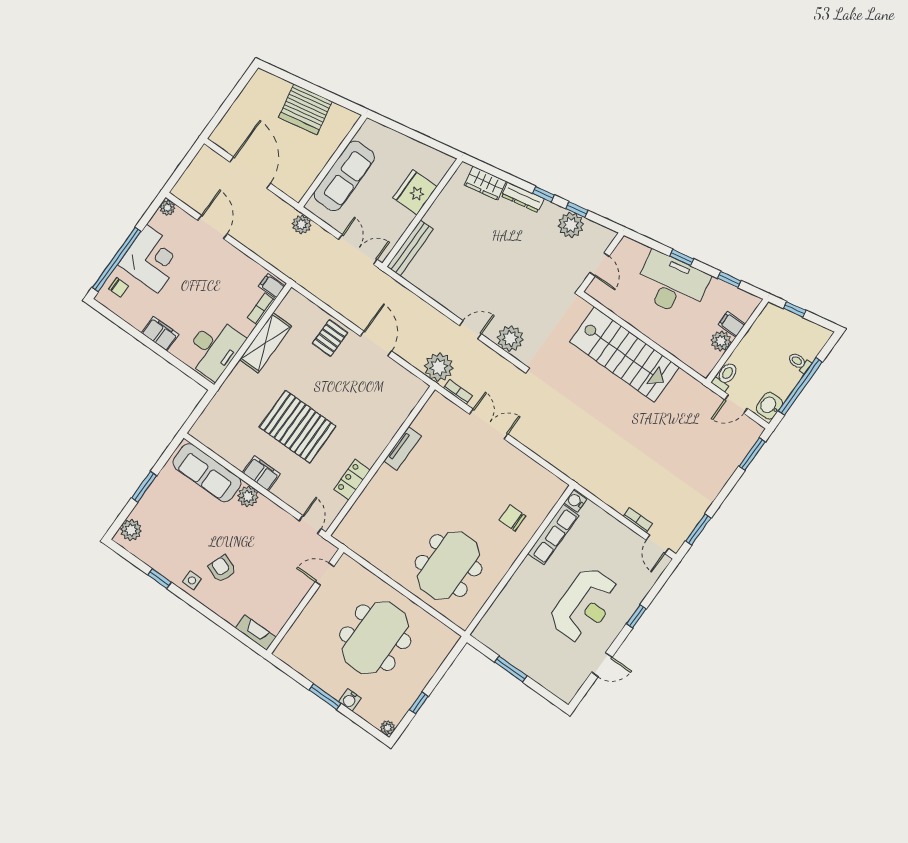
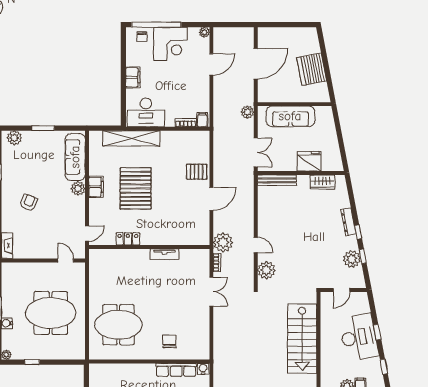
wardrobe: (485, 183) -> (322, 182), moved, turned -79
shelving: (266, 343) -> (131, 138), moved, width x1.47
side table: (192, 580) -> (11, 191), removed

